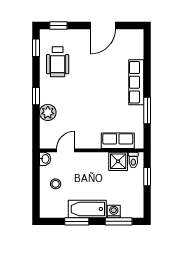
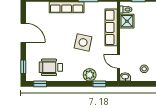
wheelchair: (58, 62) -> (51, 67), turned 180
window: (36, 96) -> (99, 84), moved
side table: (90, 104) -> (83, 42), added
row of seats: (118, 141) -> (111, 27), width x1.48

